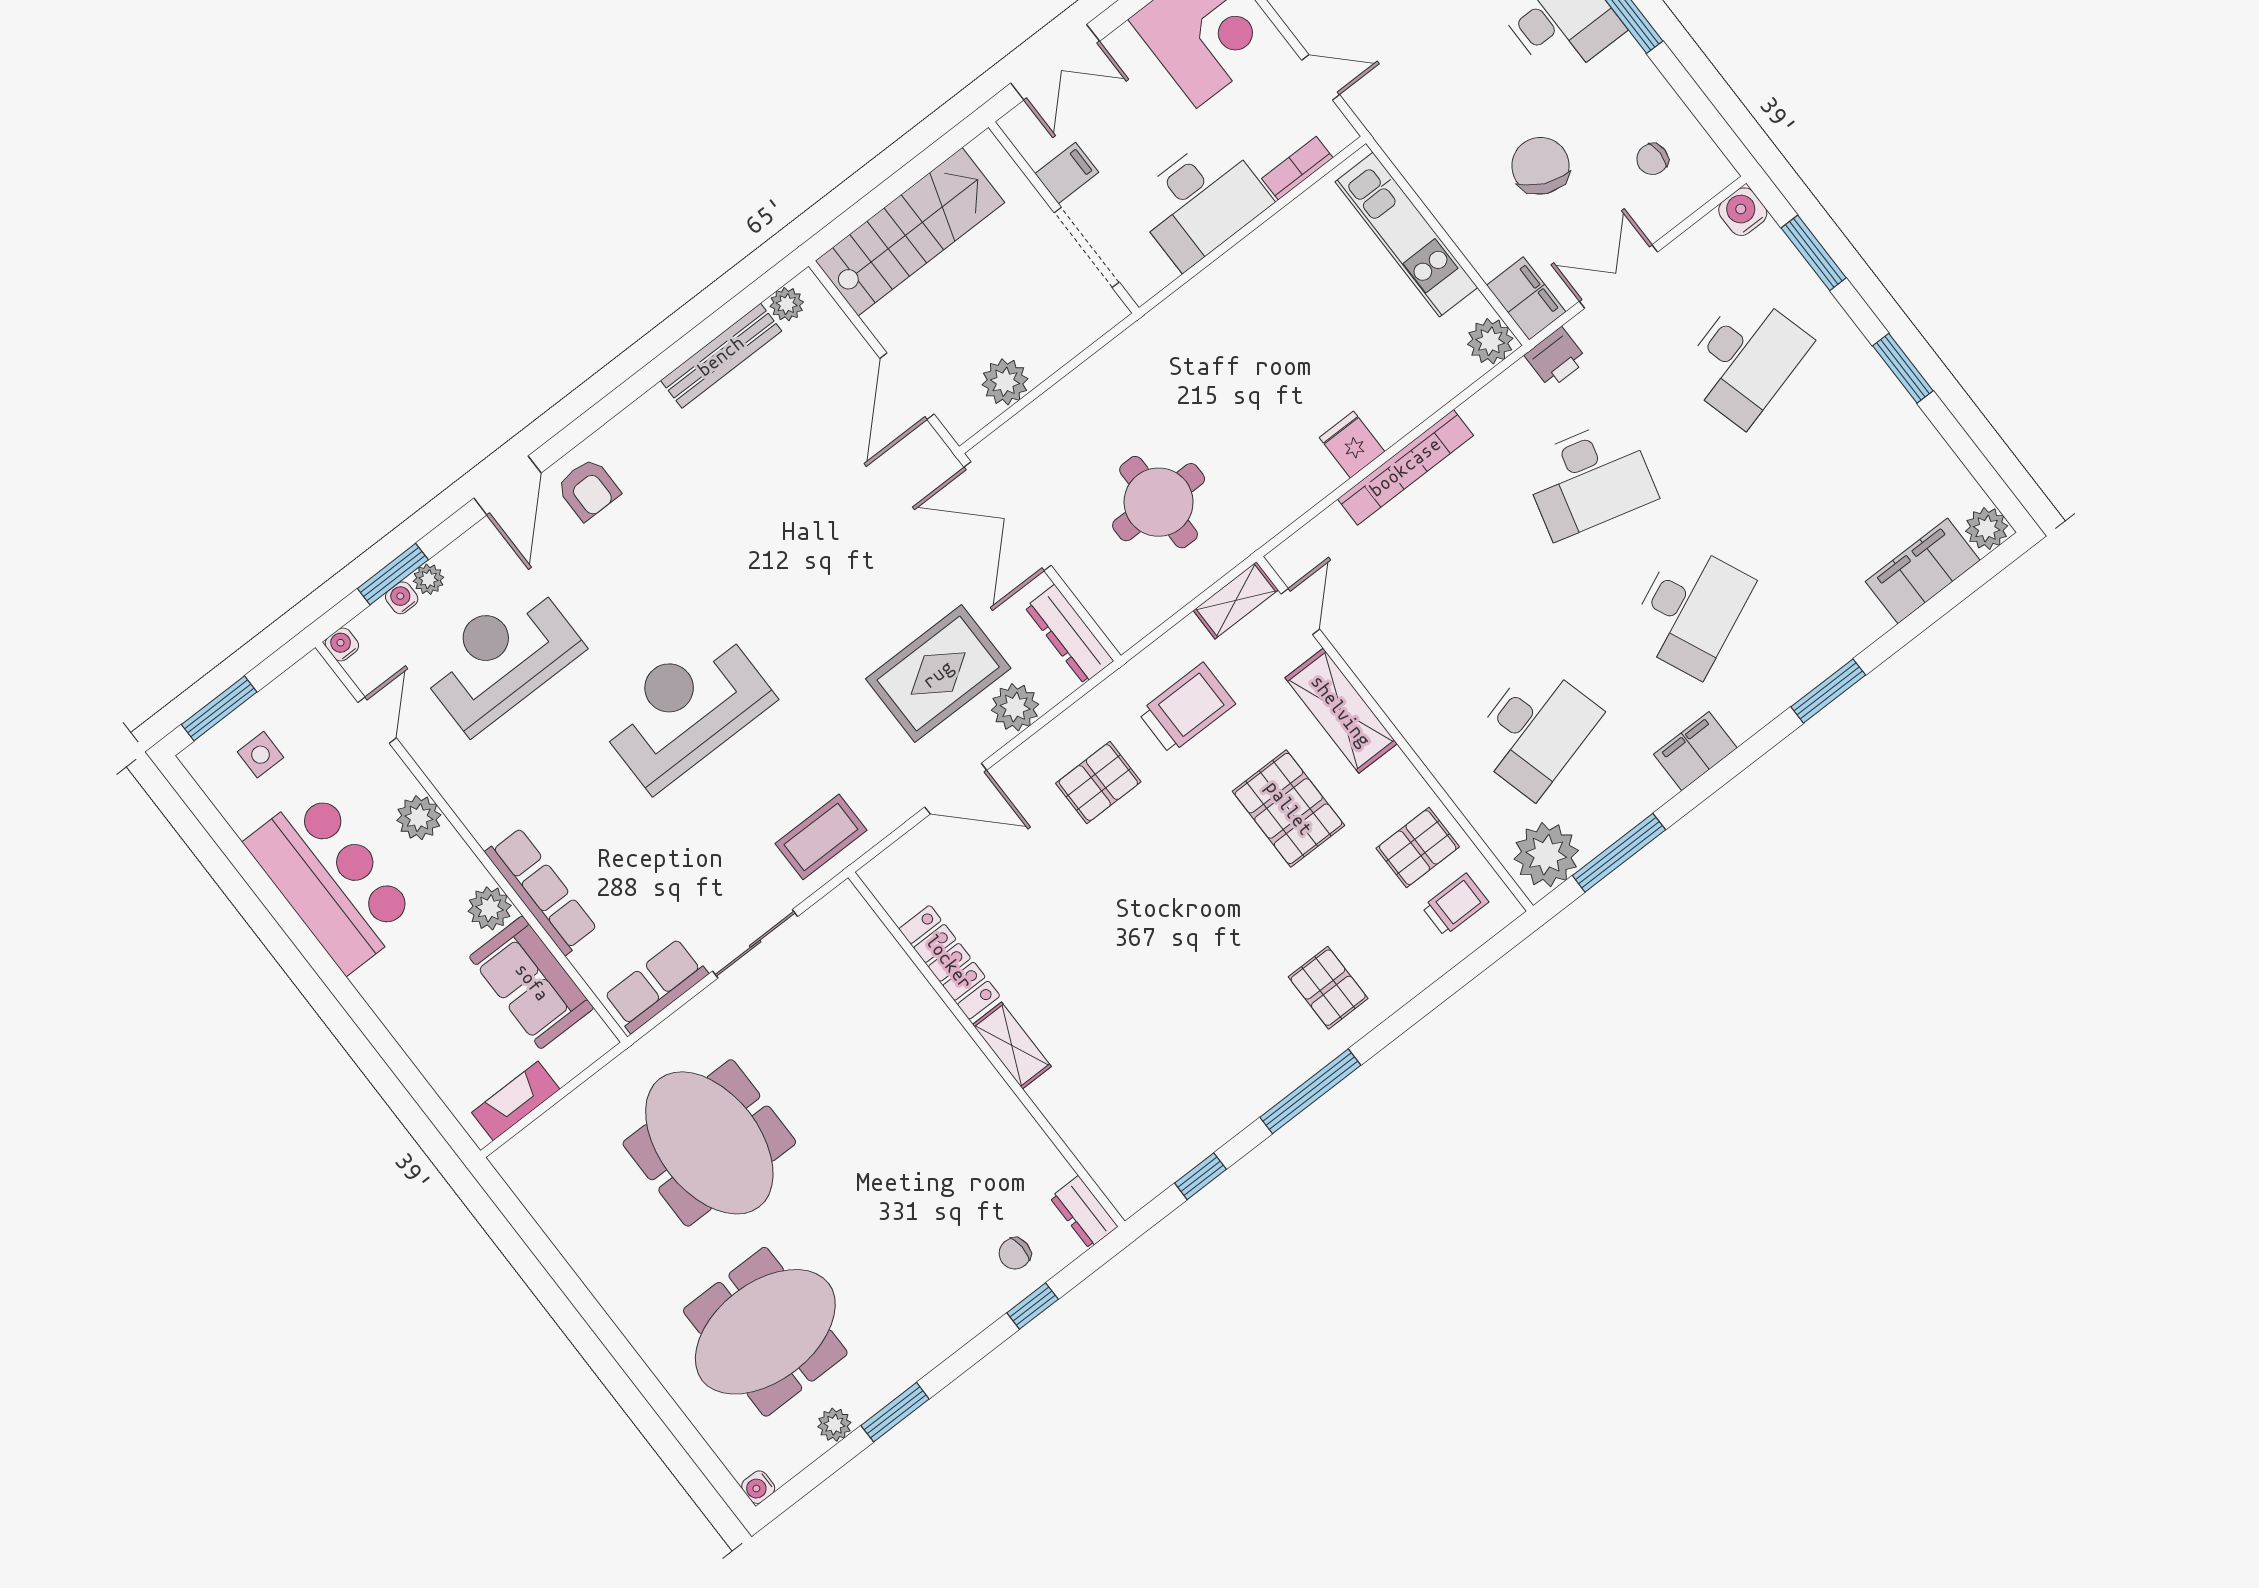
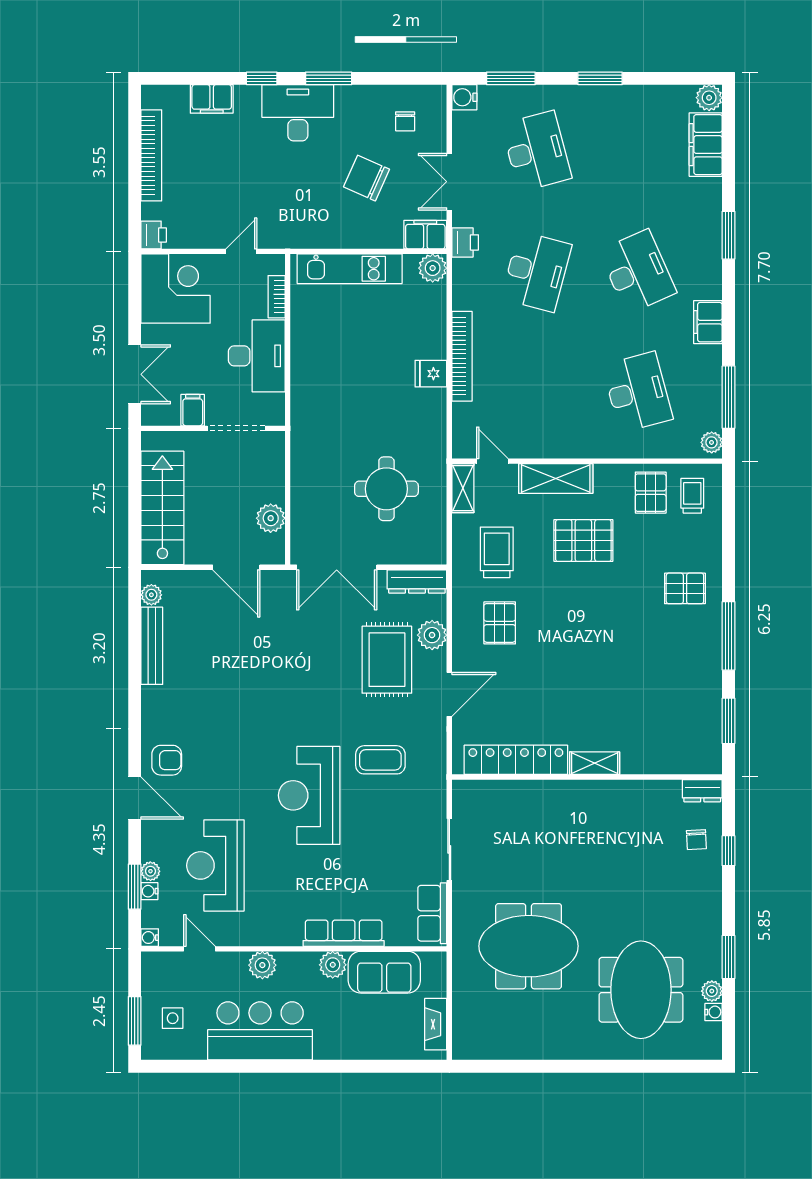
coffee table: (821, 837) -> (380, 760), moved, turned 90
plant: (1546, 855) -> (712, 442), width x0.53, depth x0.53
locker: (949, 962) -> (516, 760), width x1.41, depth x1.21
window: (1200, 1176) -> (728, 721), width x1.50
water cooler: (758, 1487) -> (714, 1012), moved, turned -90

